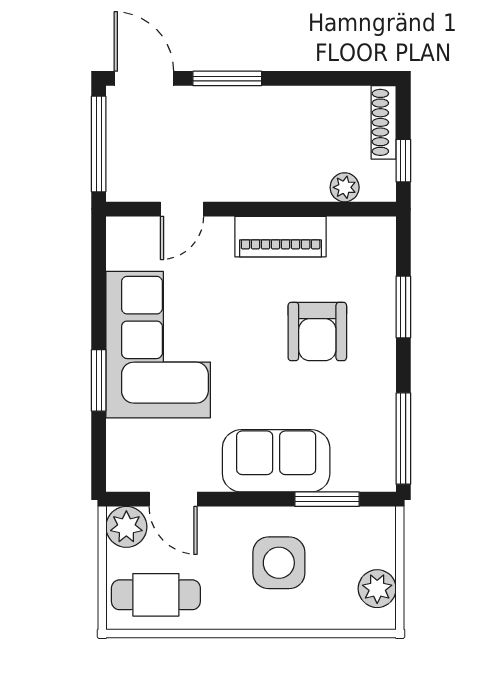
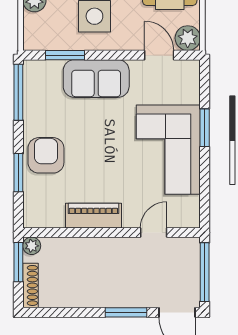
window: (403, 161) -> (18, 262), width x1.50
plant: (345, 187) -> (32, 246), moved
armchair: (317, 332) -> (46, 155), moved

